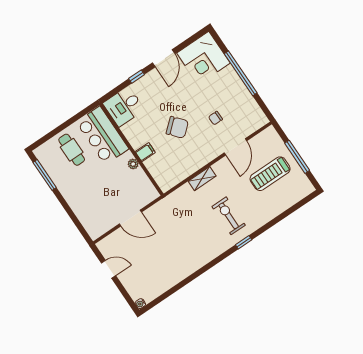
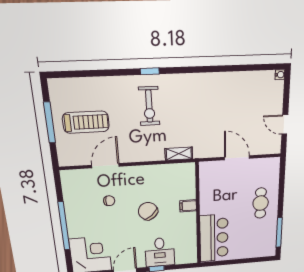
desk: (124, 106) -> (160, 252), moved, turned 90
cafe table: (72, 150) -> (261, 203), moved
plant: (133, 164) -> (205, 202), removed
shelving: (202, 179) -> (179, 154), moved

